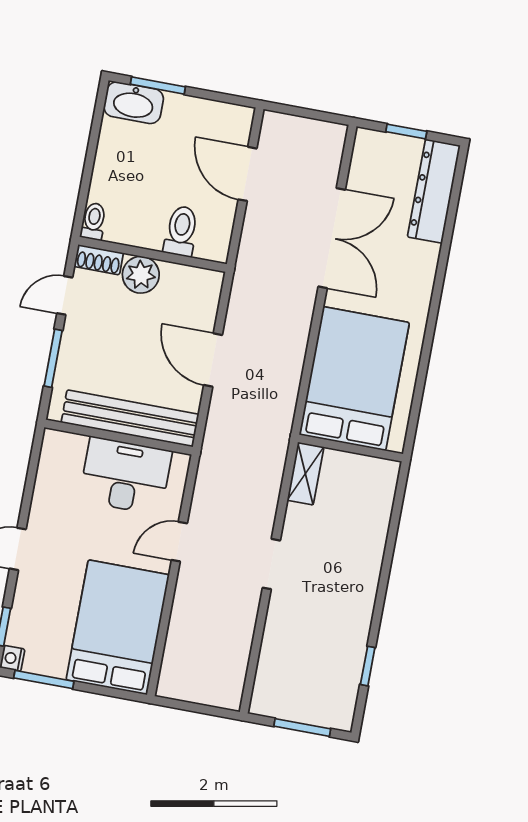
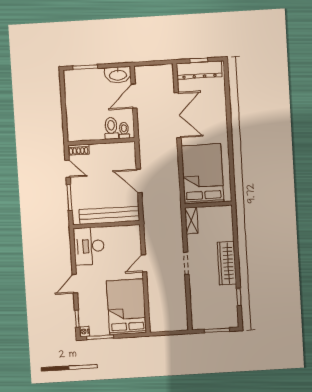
washbasin: (134, 103) -> (118, 75), moved
door: (247, 174) -> (134, 96), hinge flipped
dresser: (434, 191) -> (199, 70), moved, turned -90
toilet: (94, 221) -> (124, 130), moved
plant: (141, 275) -> (98, 152), removed
door: (65, 295) -> (68, 169), swing flipped
desk: (125, 476) -> (89, 246), moved, turned -90
wardrobe: (360, 586) -> (227, 263), added

